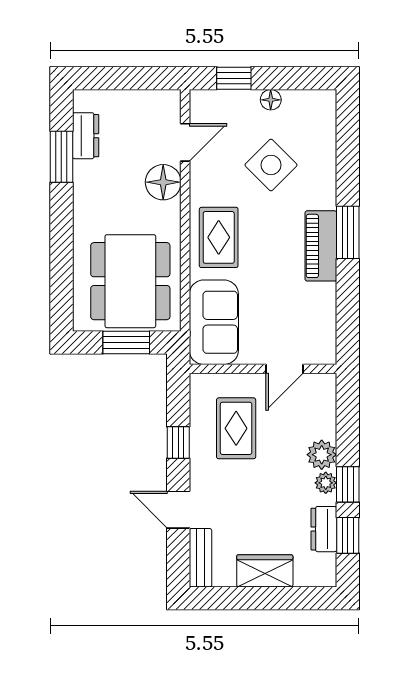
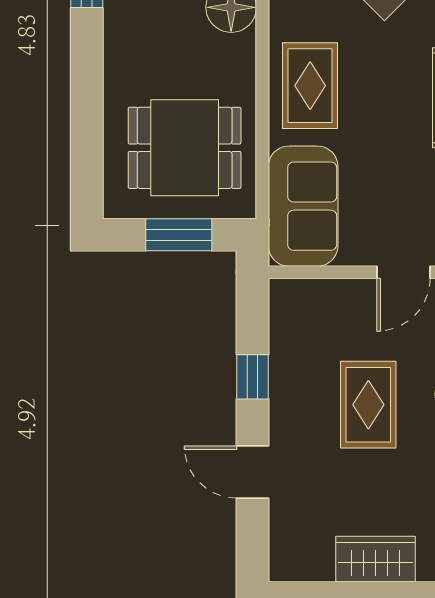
dining table: (130, 281) -> (185, 148), width x0.73
rug: (236, 428) -> (368, 405), moved
bench: (200, 558) -> (284, 540), removed

